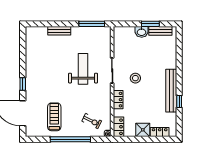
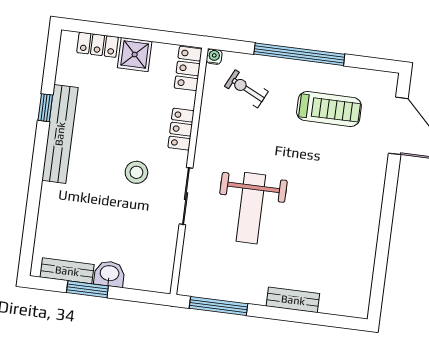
window: (23, 84) -> (390, 192), removed
treadmill: (54, 117) -> (329, 109), turned -90

